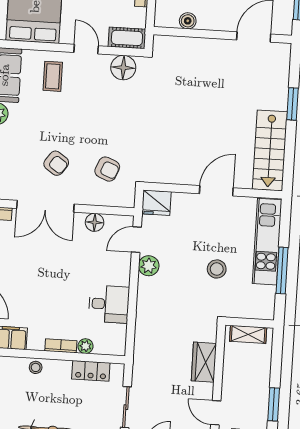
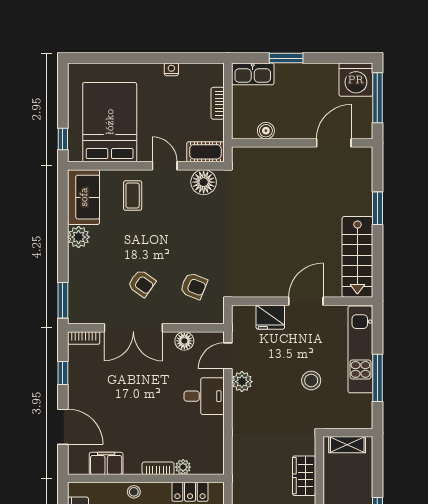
fridge: (156, 203) -> (270, 317), moved
desk: (109, 304) -> (204, 396), moved

